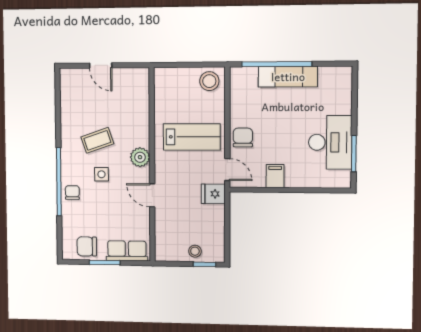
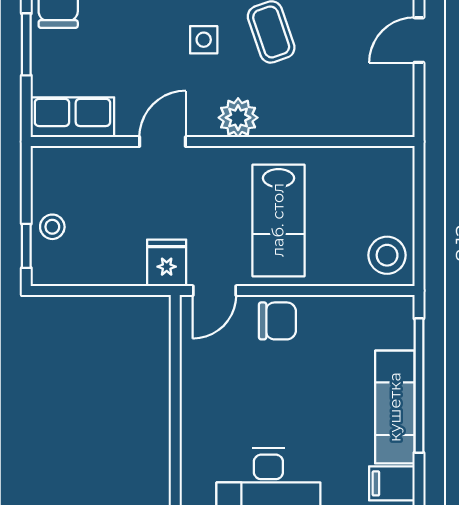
filing cabinet: (275, 176) -> (392, 483), moved, turned 180
row of seats: (127, 251) -> (72, 117), moved, turned -90

